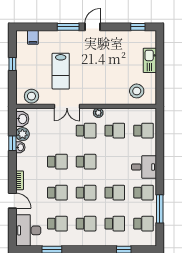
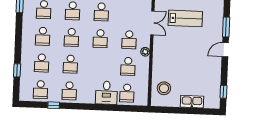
door: (93, 27) -> (225, 50), swing flipped
lab bench: (61, 71) -> (185, 18), turned 180
double door: (67, 106) -> (152, 23), swing flipped
desk: (144, 167) -> (106, 93), moved
window: (160, 209) -> (54, 105), width x0.46

